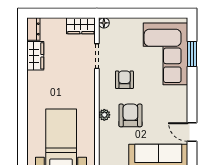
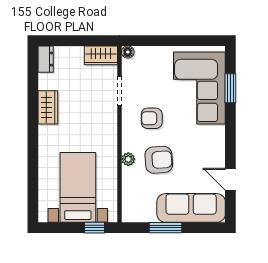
wardrobe: (35, 56) -> (48, 107), moved
armchair: (124, 80) -> (152, 118), turned -90
armchair: (130, 115) -> (159, 160), turned 86

